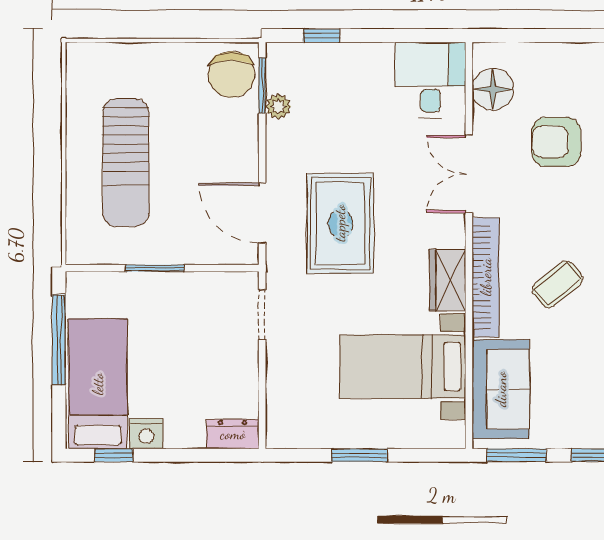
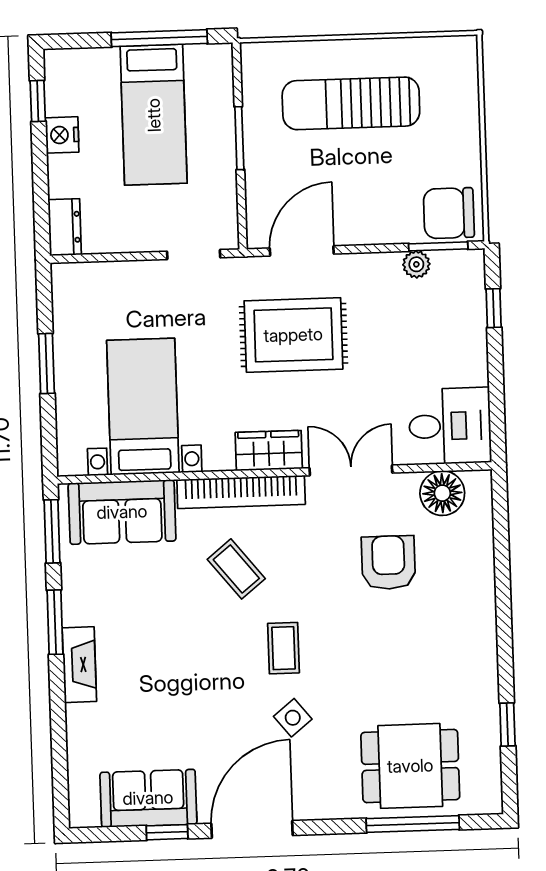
wardrobe: (448, 280) -> (269, 450), moved
bed: (98, 384) -> (154, 115), moved, turned 90

